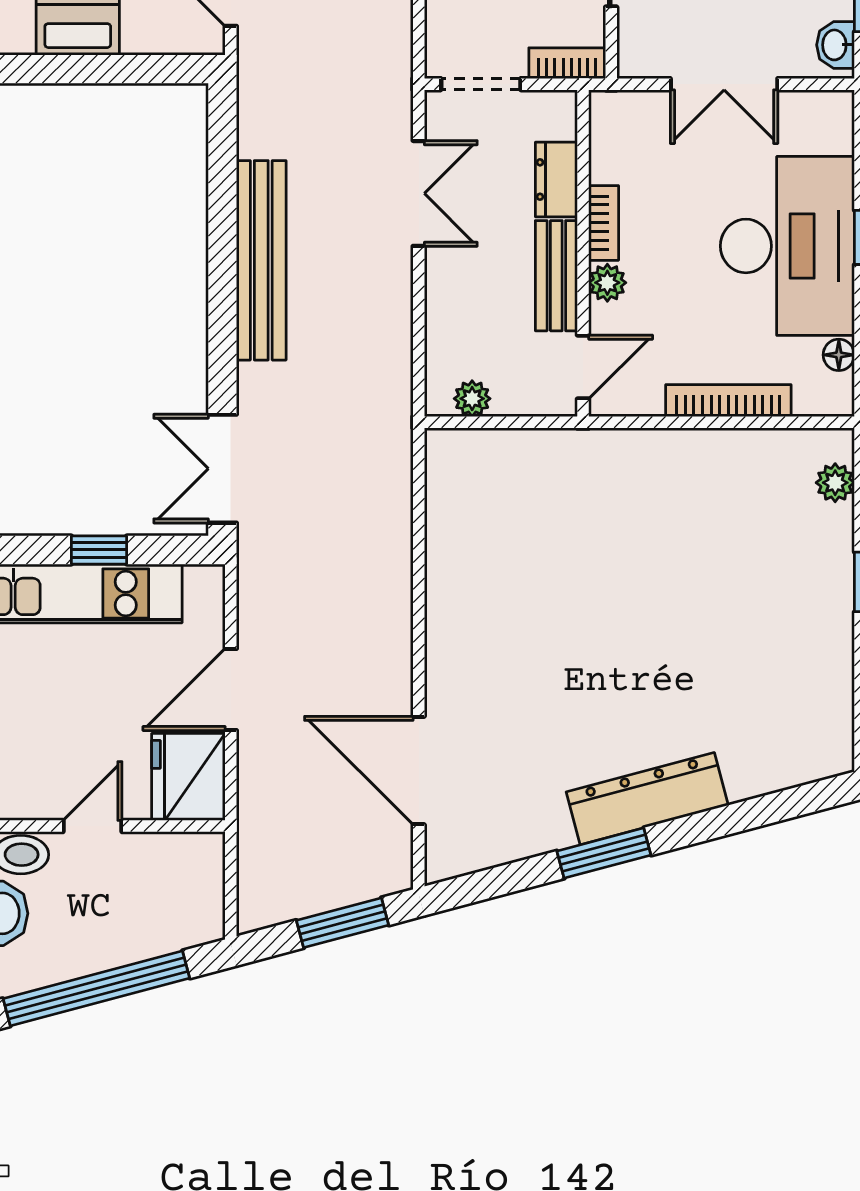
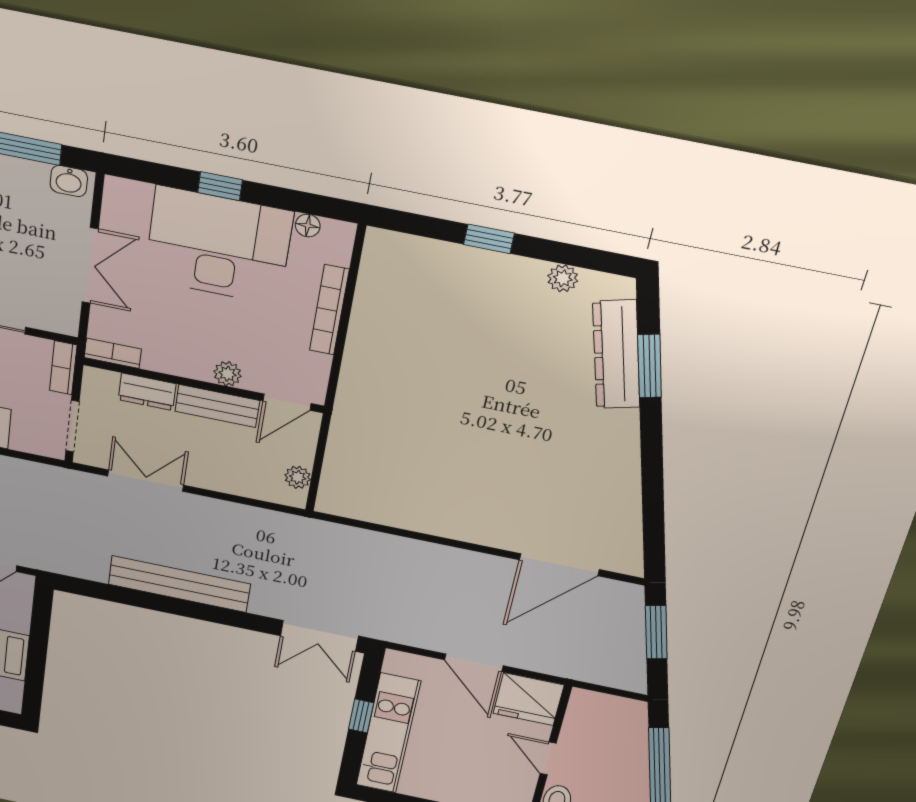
bookcase: (604, 223) -> (113, 353), moved
door: (583, 367) -> (287, 402), swing flipped
plant: (835, 483) -> (563, 278), moved
dresser: (647, 799) -> (616, 355), moved
window: (604, 853) -> (650, 366), moved

